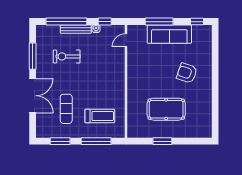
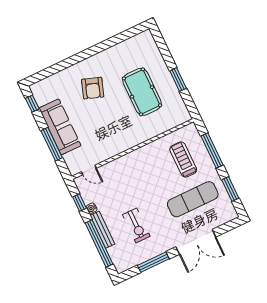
double door: (33, 96) -> (196, 242), swing flipped
exercise mat: (66, 109) -> (193, 199), width x1.36, depth x1.45

